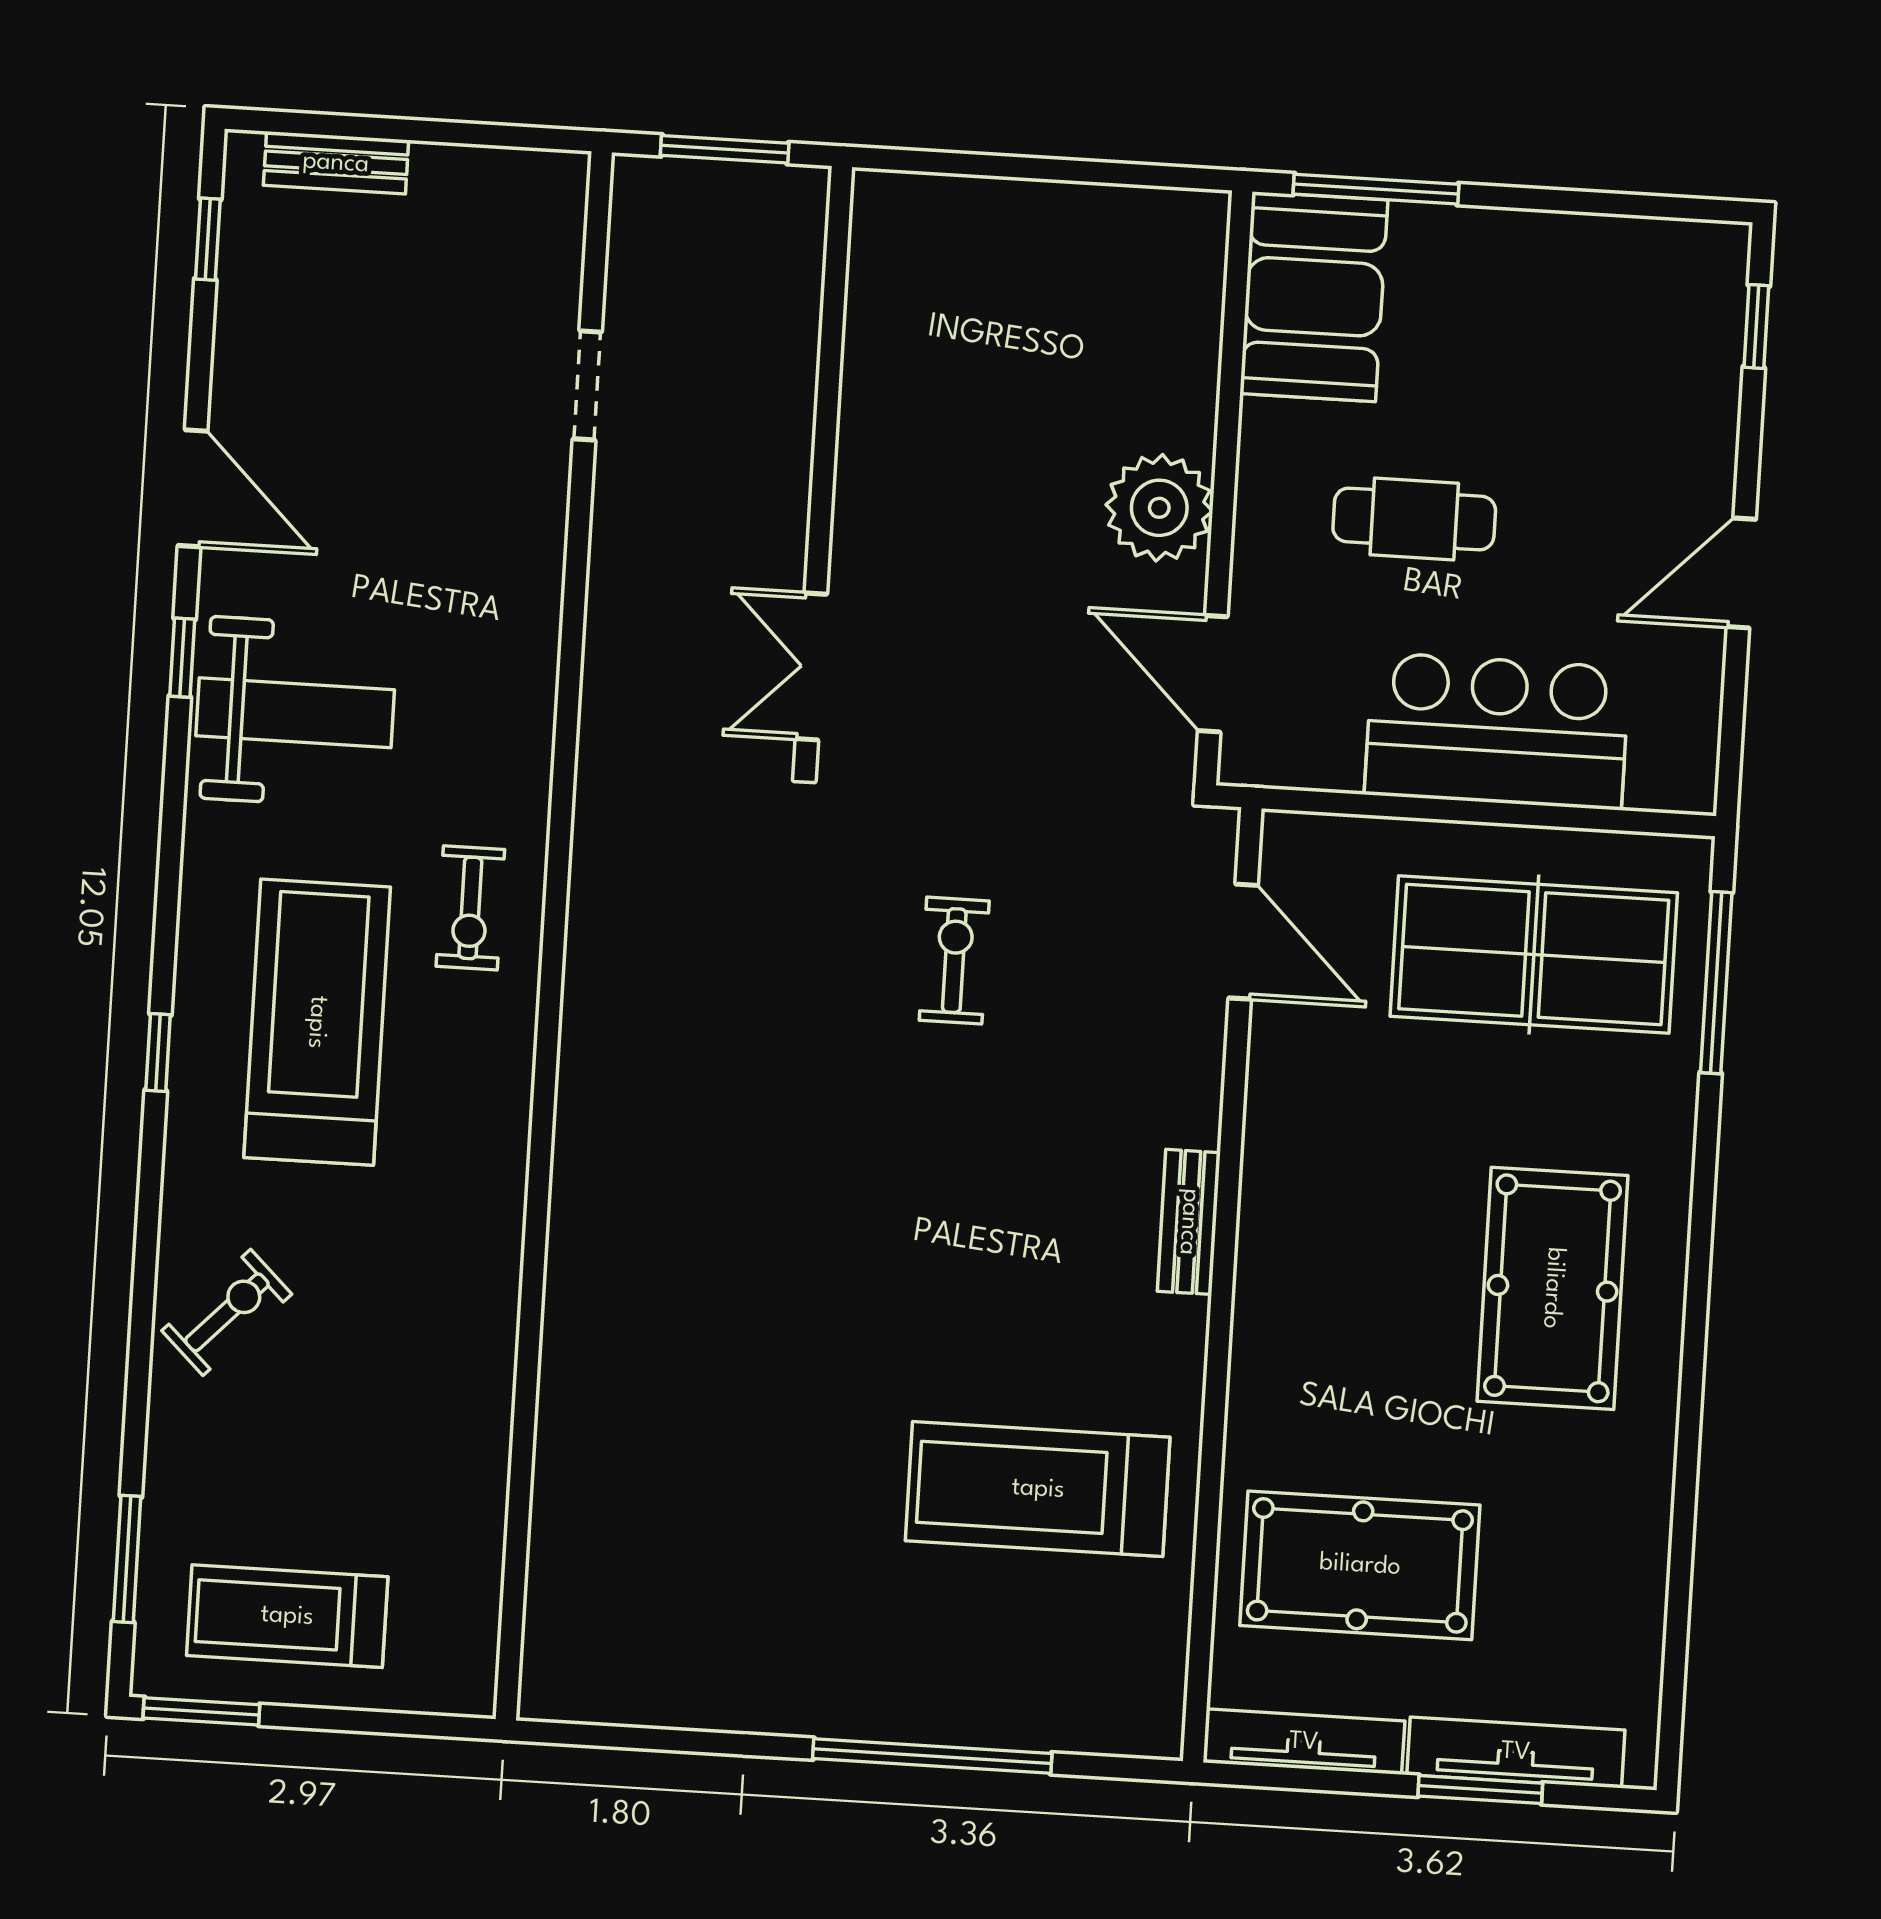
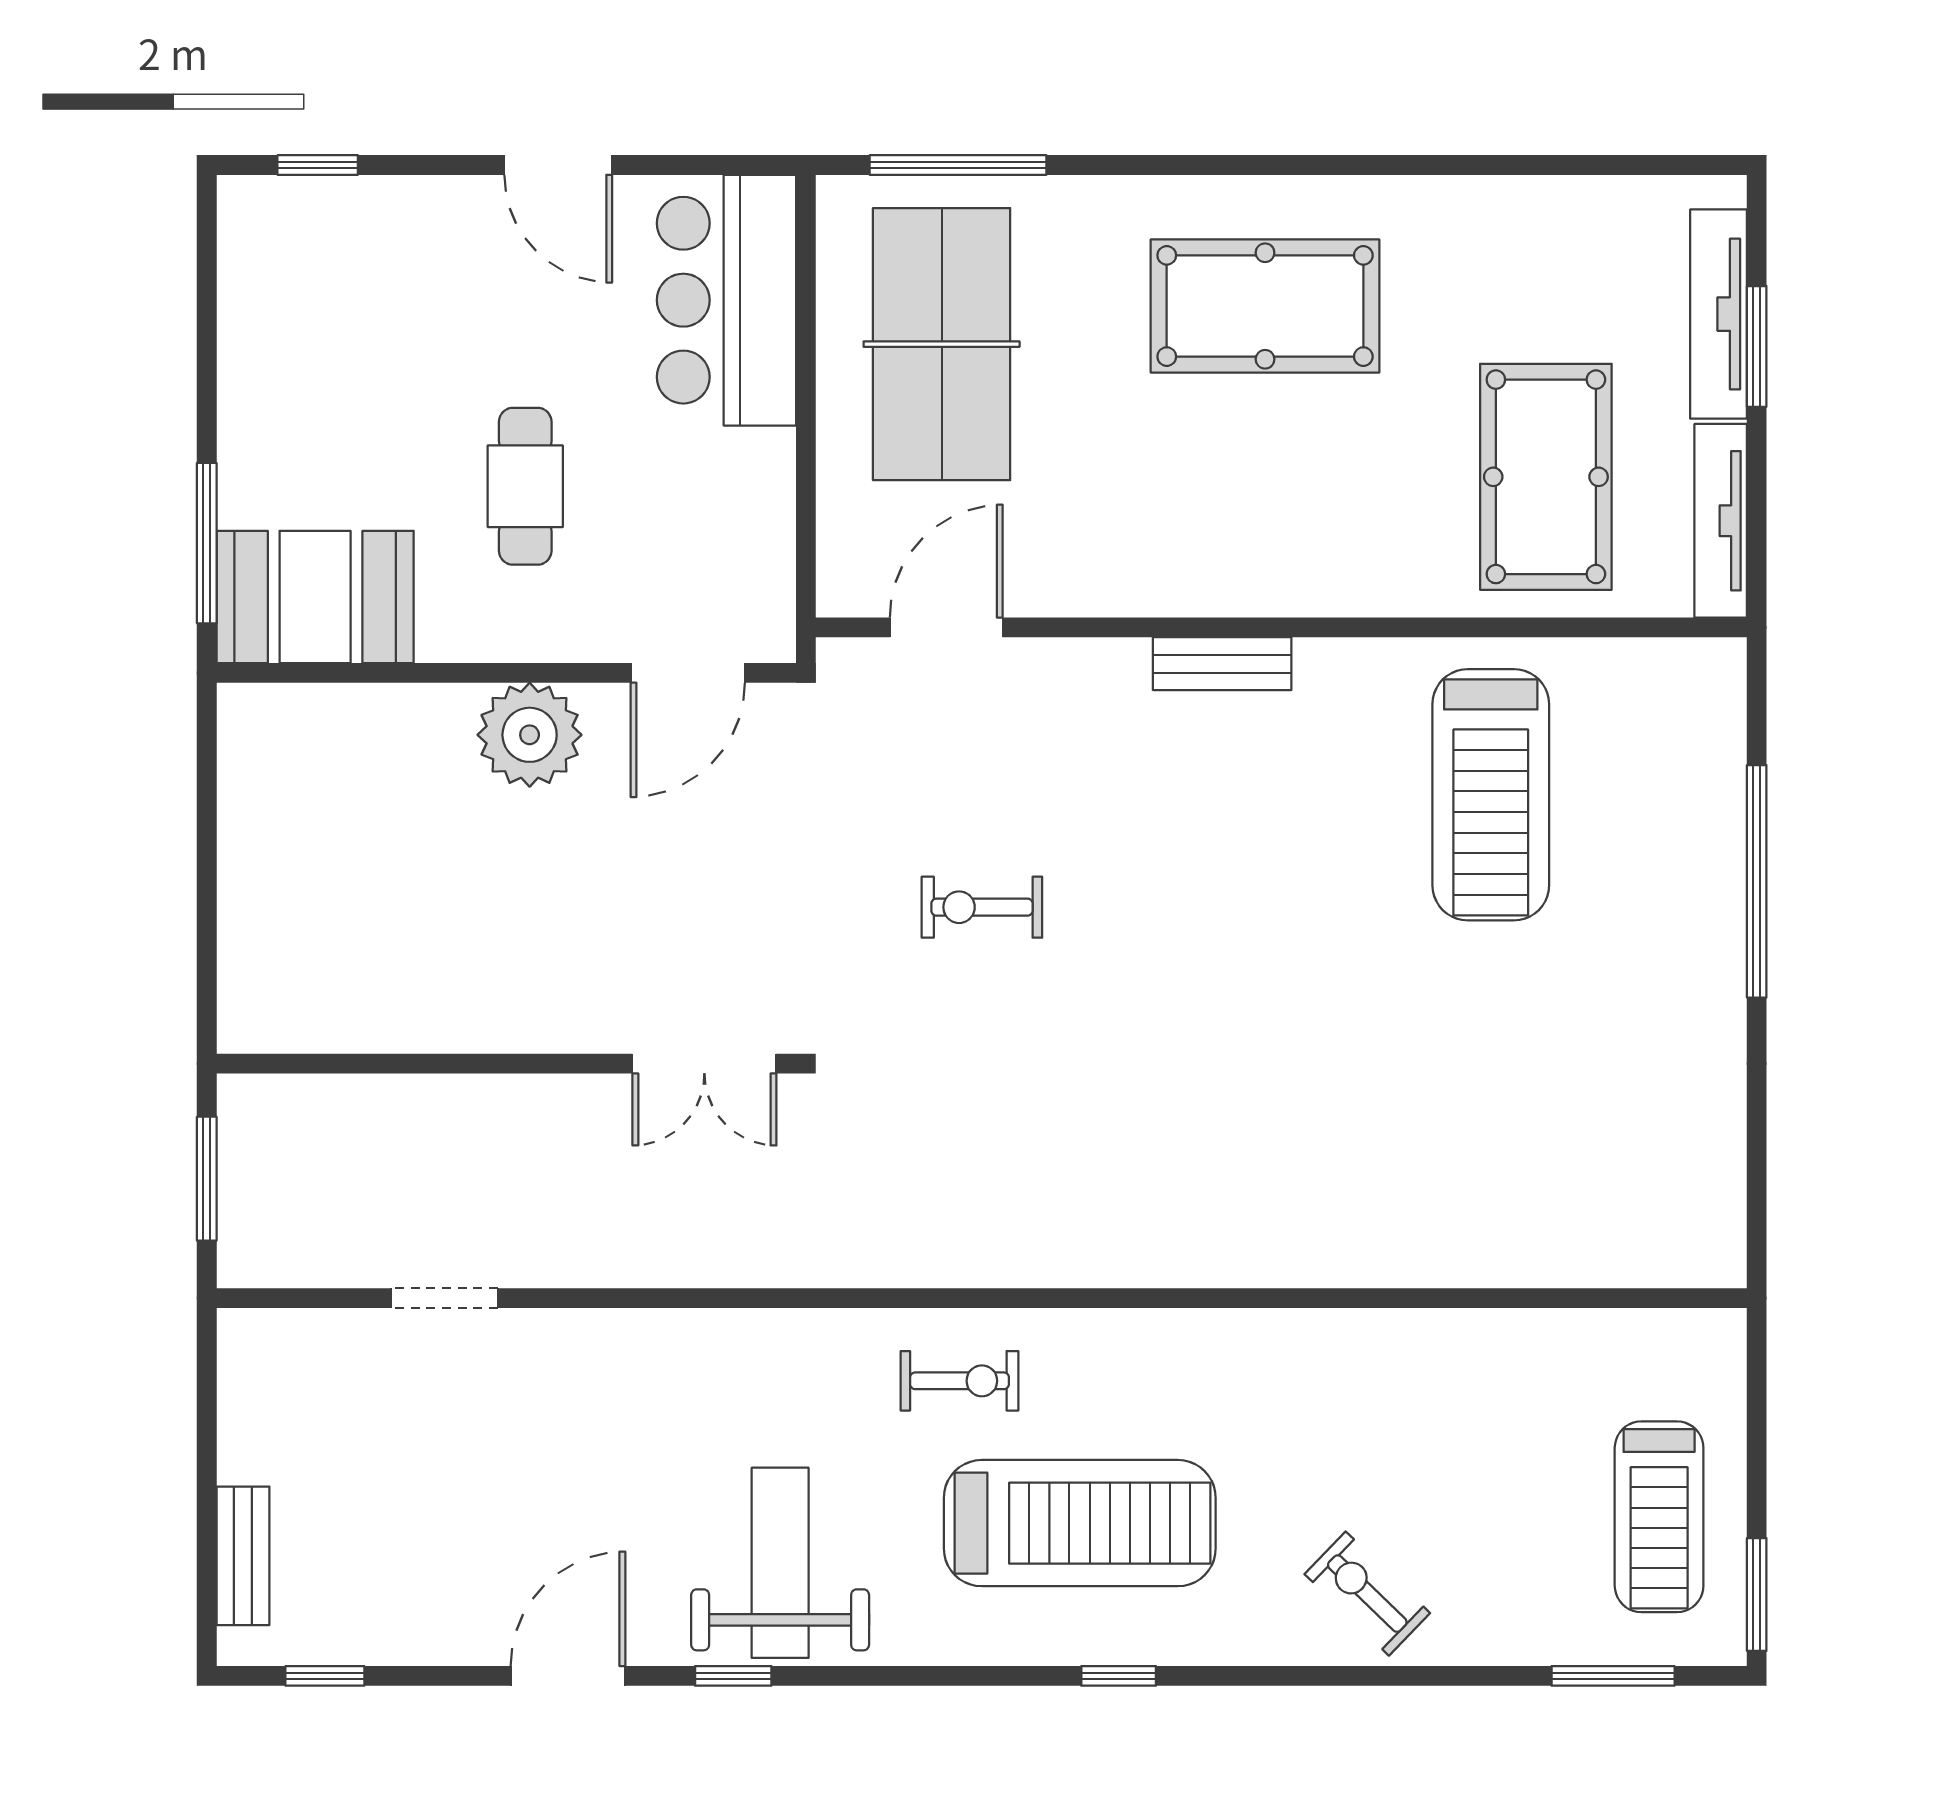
bar counter: (1497, 731) -> (726, 300), moved
treadmill: (317, 1022) -> (1080, 1523), turned 180

